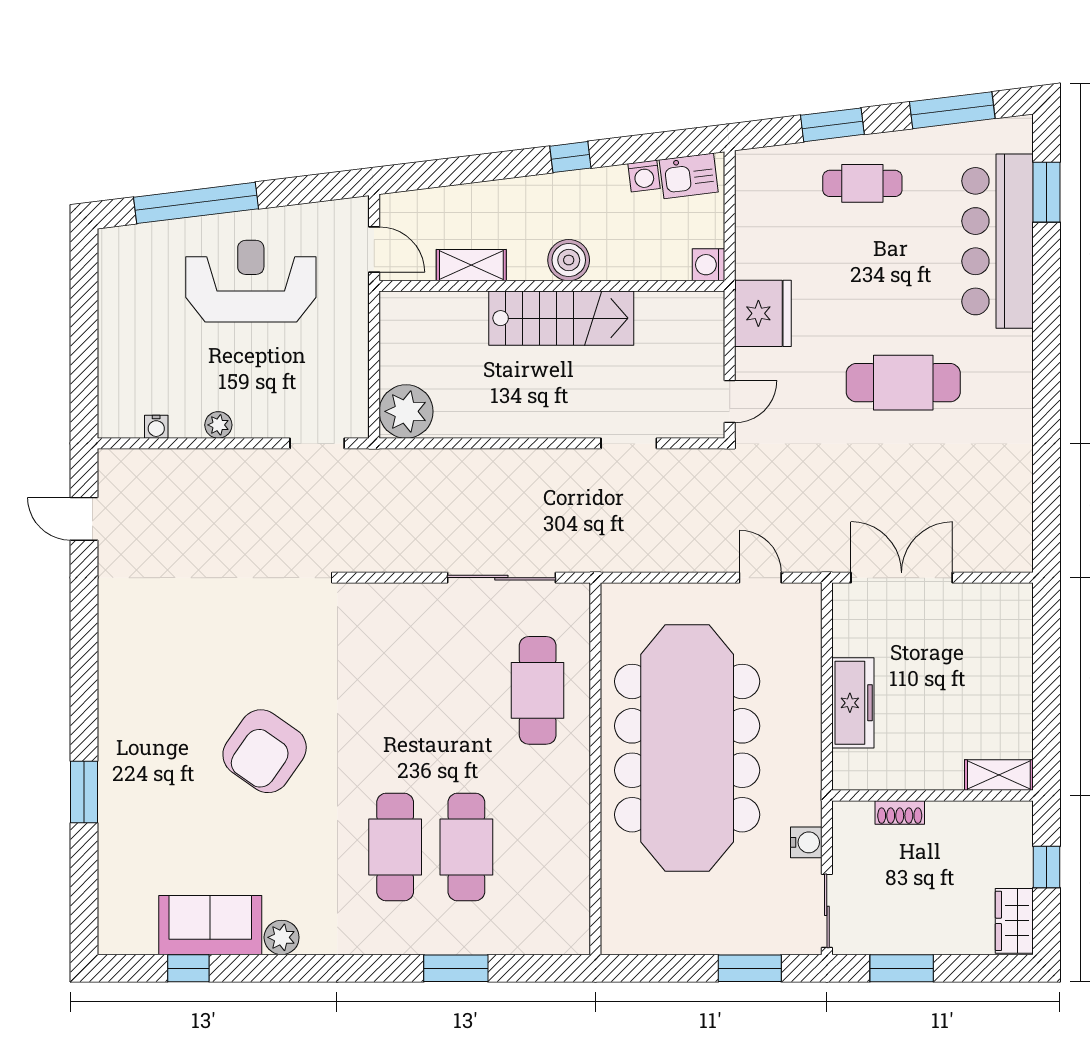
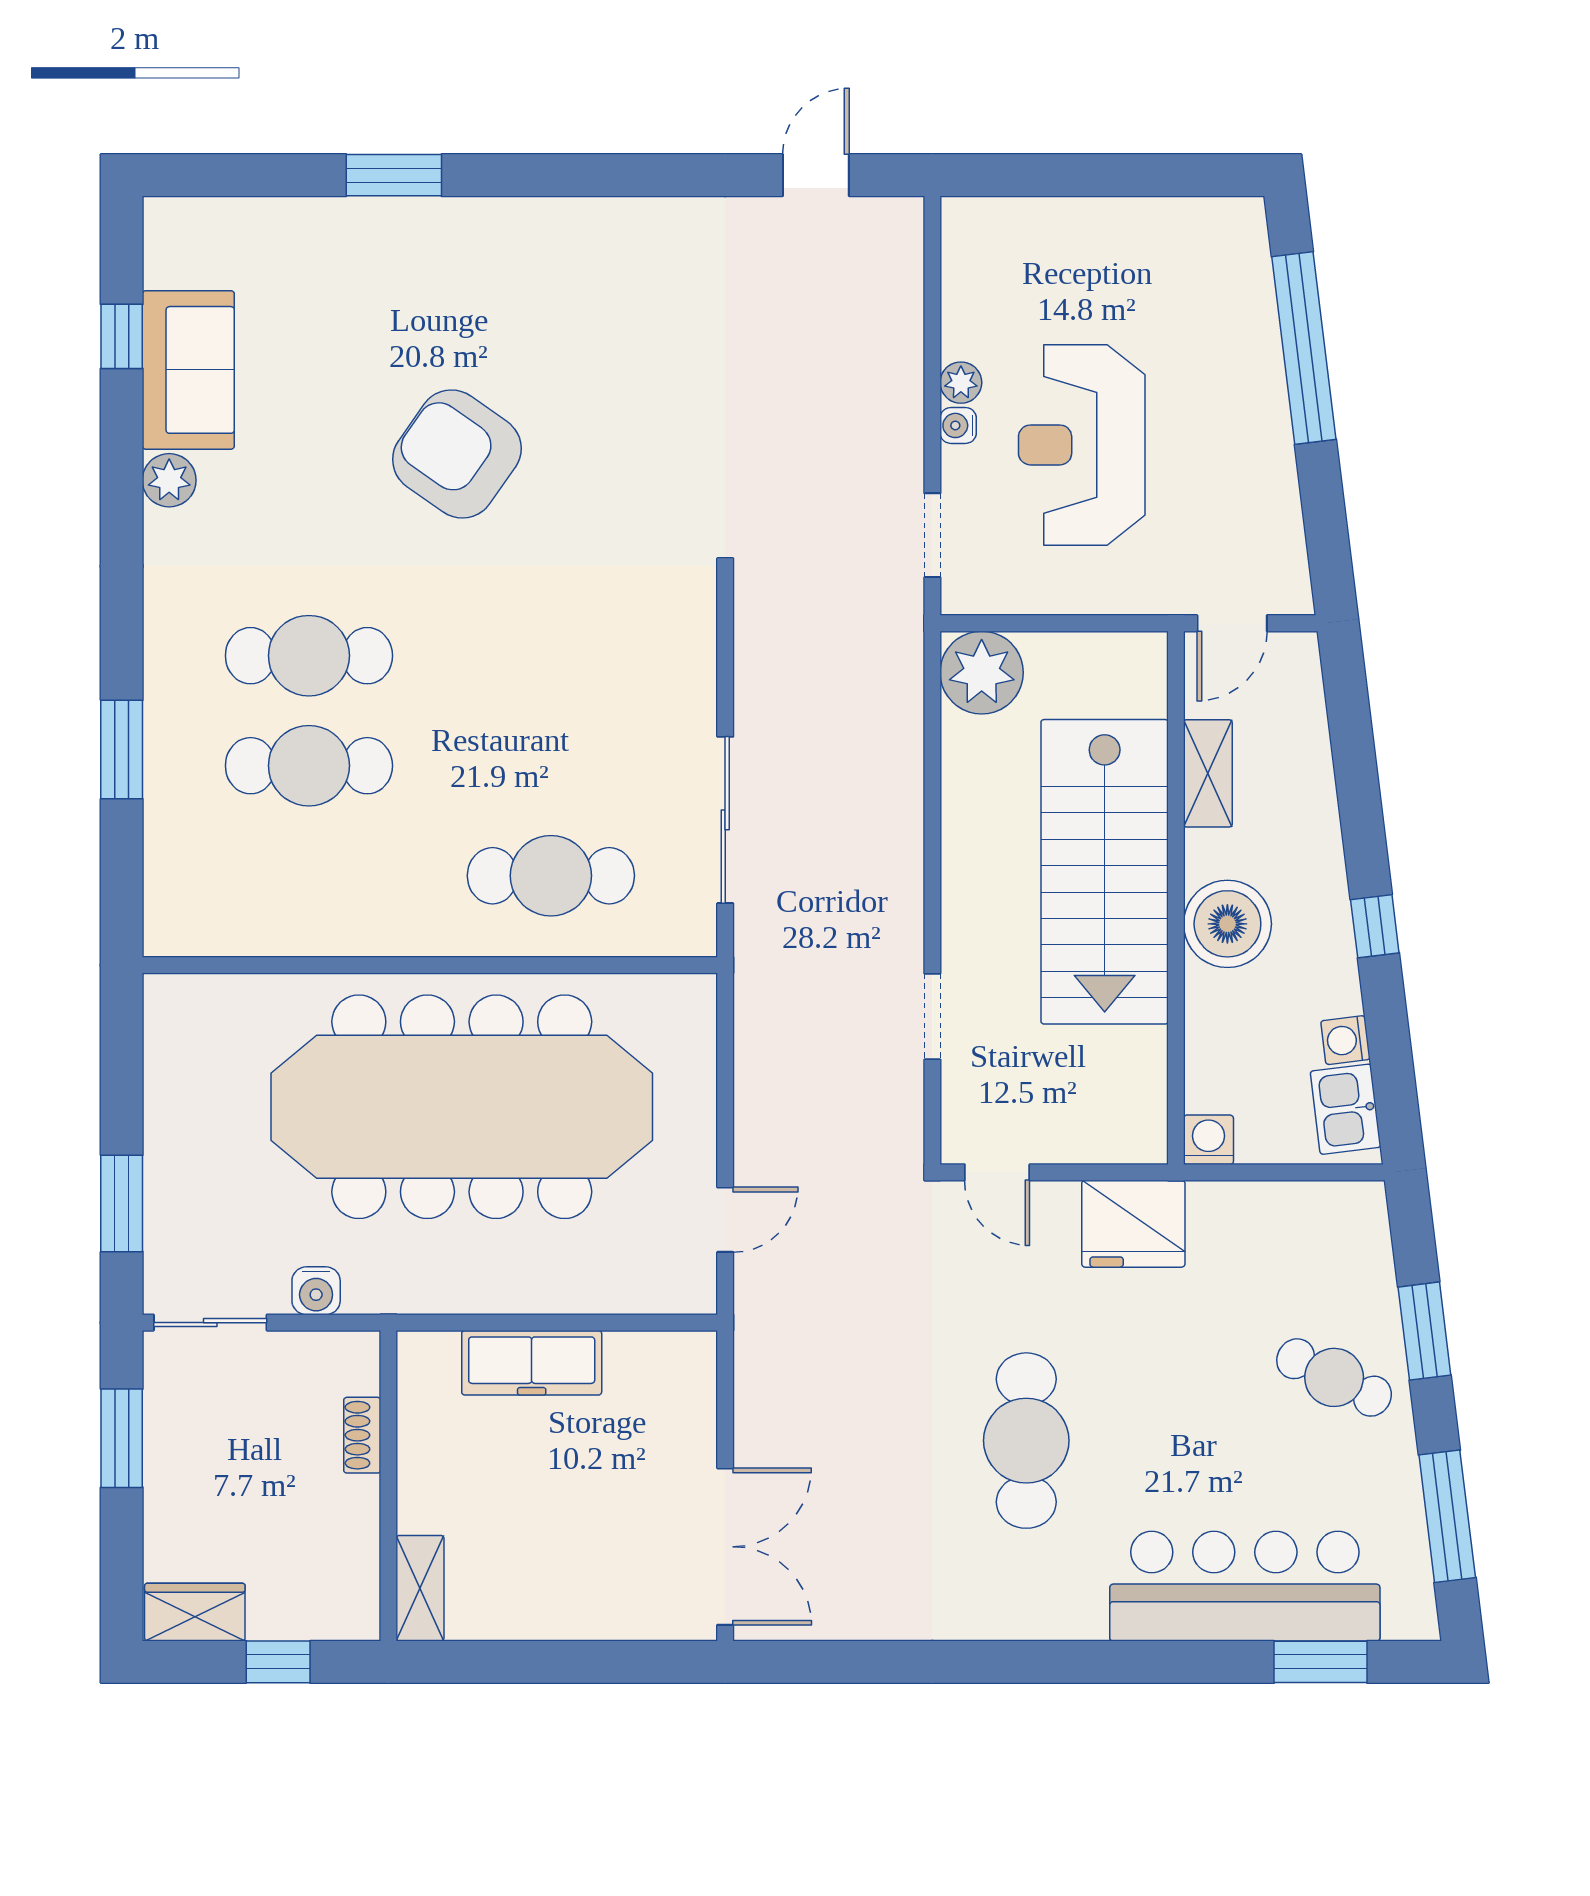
cafe table: (862, 183) -> (1334, 1377), turned -64
boiler: (569, 260) -> (1227, 924), width x1.37, depth x1.37
reception desk: (251, 281) -> (1082, 445), moved, turned 180
stairs: (561, 318) -> (1105, 872), width x1.36, depth x1.51
water cooler: (156, 427) -> (958, 425), moved
double door: (902, 578) -> (725, 1547), moved

